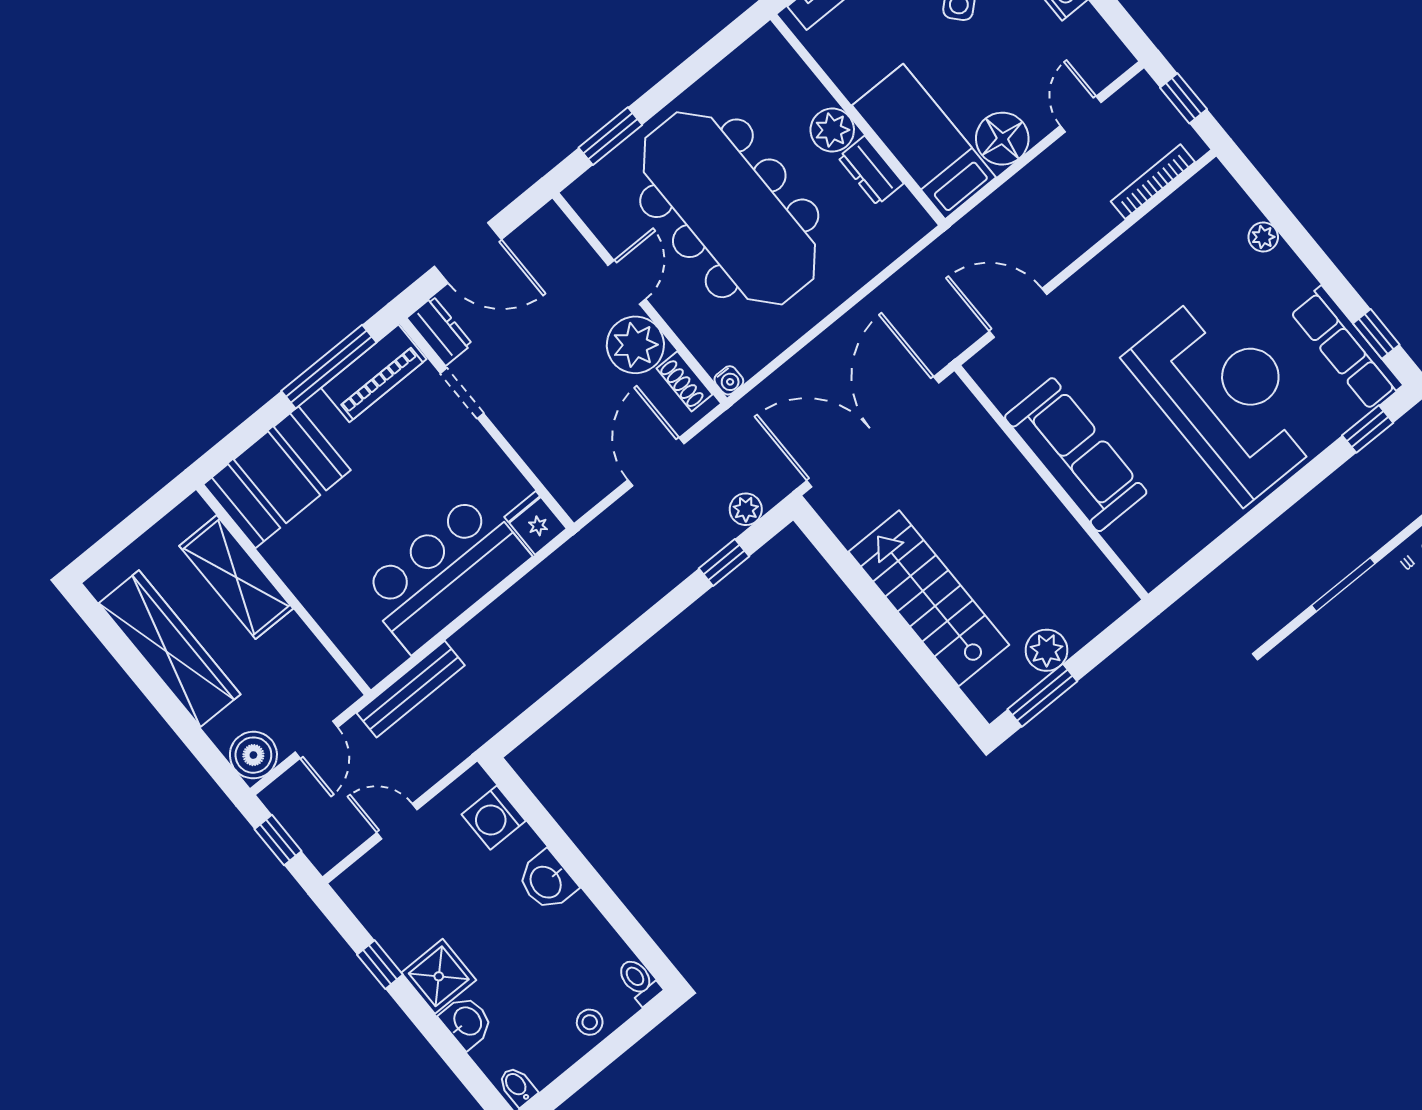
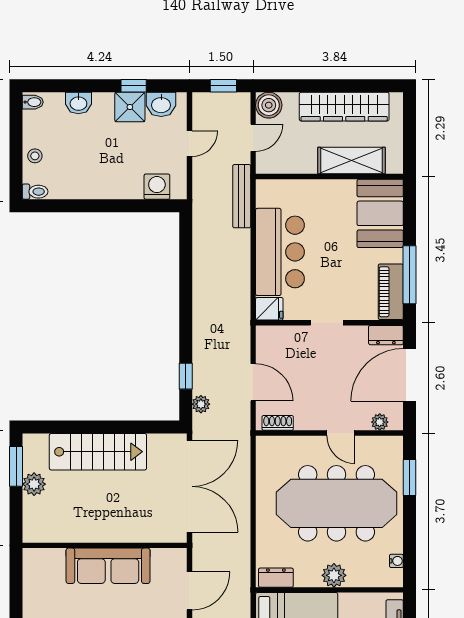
dresser: (871, 170) -> (276, 578), moved
door: (468, 253) -> (410, 375), width x1.36
plant: (635, 345) -> (380, 422), moved, width x0.53, depth x0.53
water cooler: (729, 380) -> (396, 561), moved, turned 180
doorway: (462, 393) -> (327, 323), moved
door: (316, 740) -> (253, 138), swing flipped
washbasin: (547, 881) -> (161, 104), moved, turned 180
shower: (439, 976) -> (130, 107), moved

